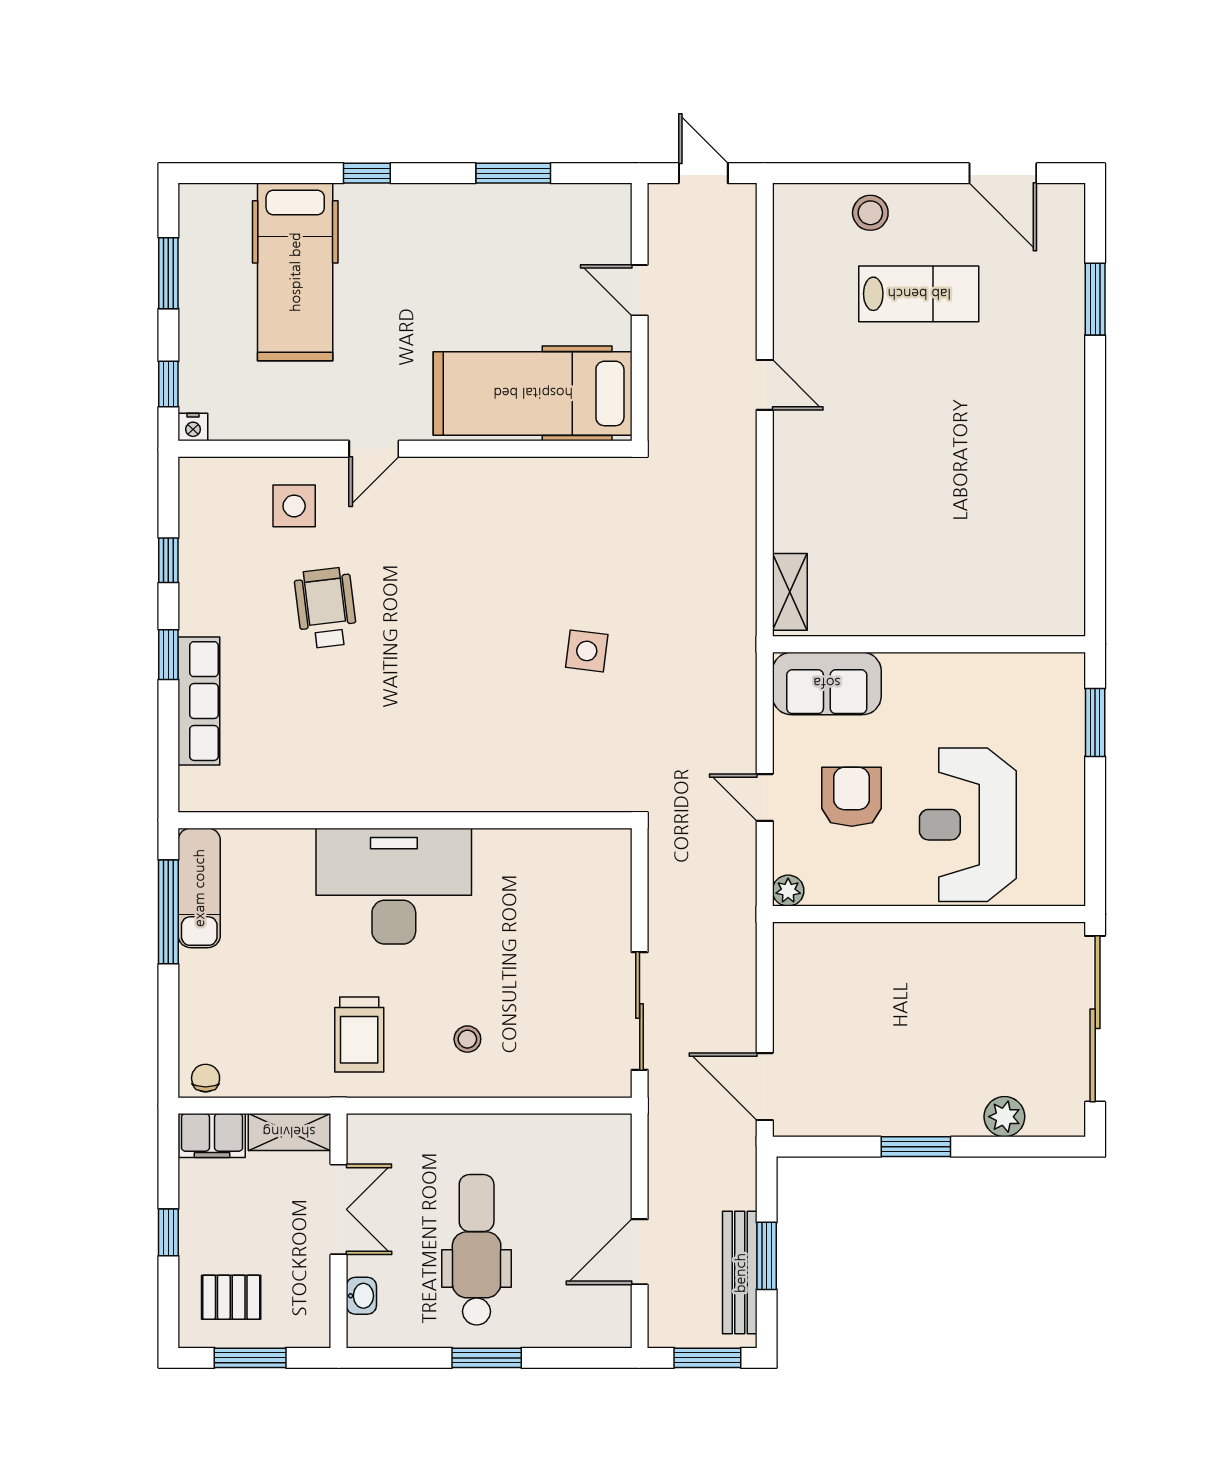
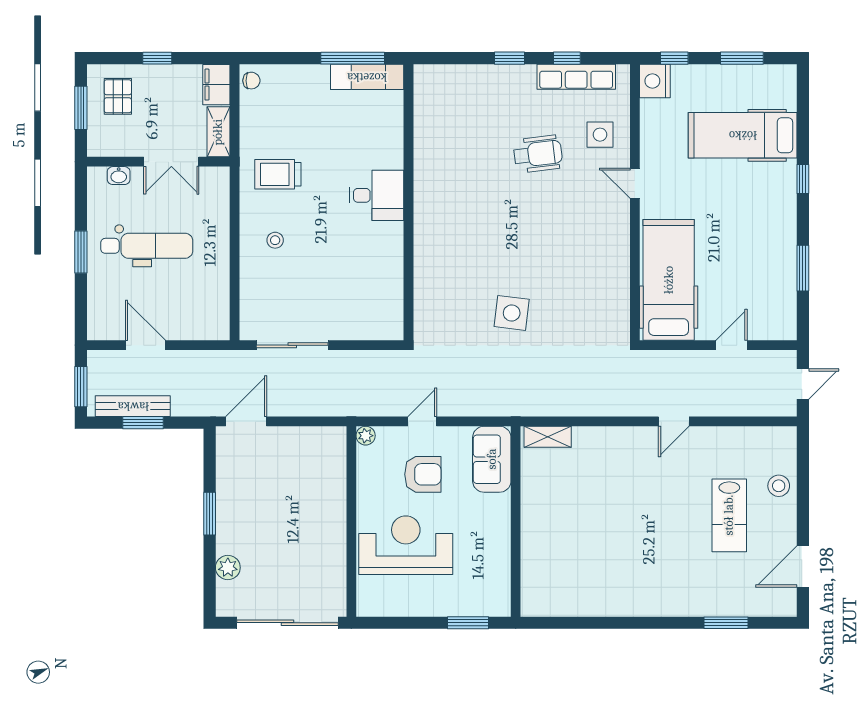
nightstand: (193, 427) -> (655, 81), width x1.89, depth x1.79
side table: (587, 651) -> (512, 313), width x1.37, depth x1.37
row of seats: (199, 701) -> (576, 77), moved
desk: (394, 886) -> (377, 195), width x0.53, depth x0.77

